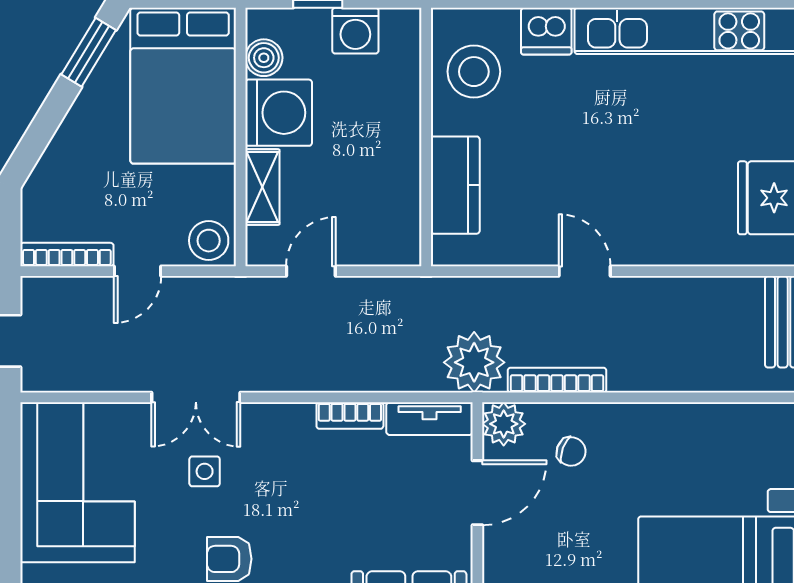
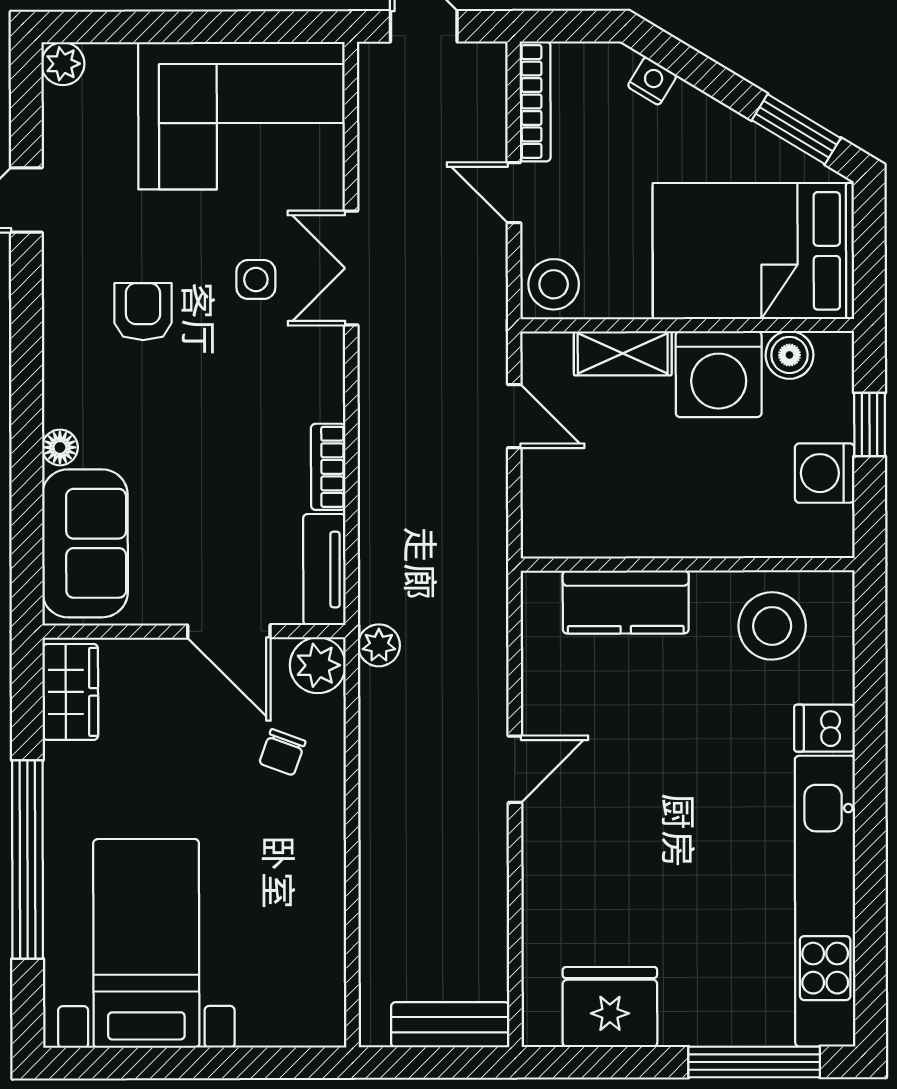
dishwasher: (546, 31) -> (824, 728), width x0.73
nightstand: (51, 164) -> (652, 81), added
plant: (474, 362) -> (379, 645), width x0.53, depth x0.53
bookcase: (557, 380) -> (374, 734), removed

